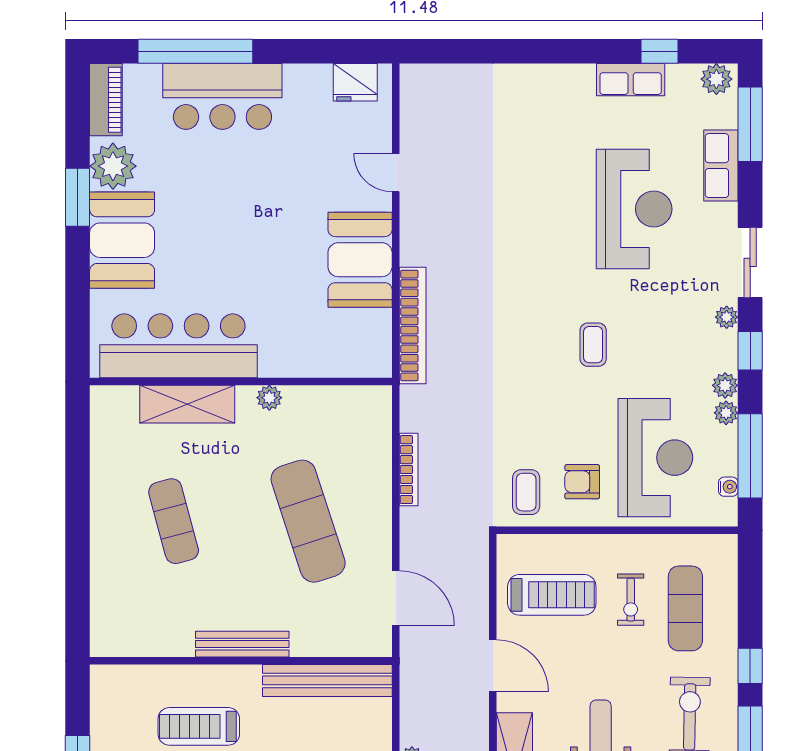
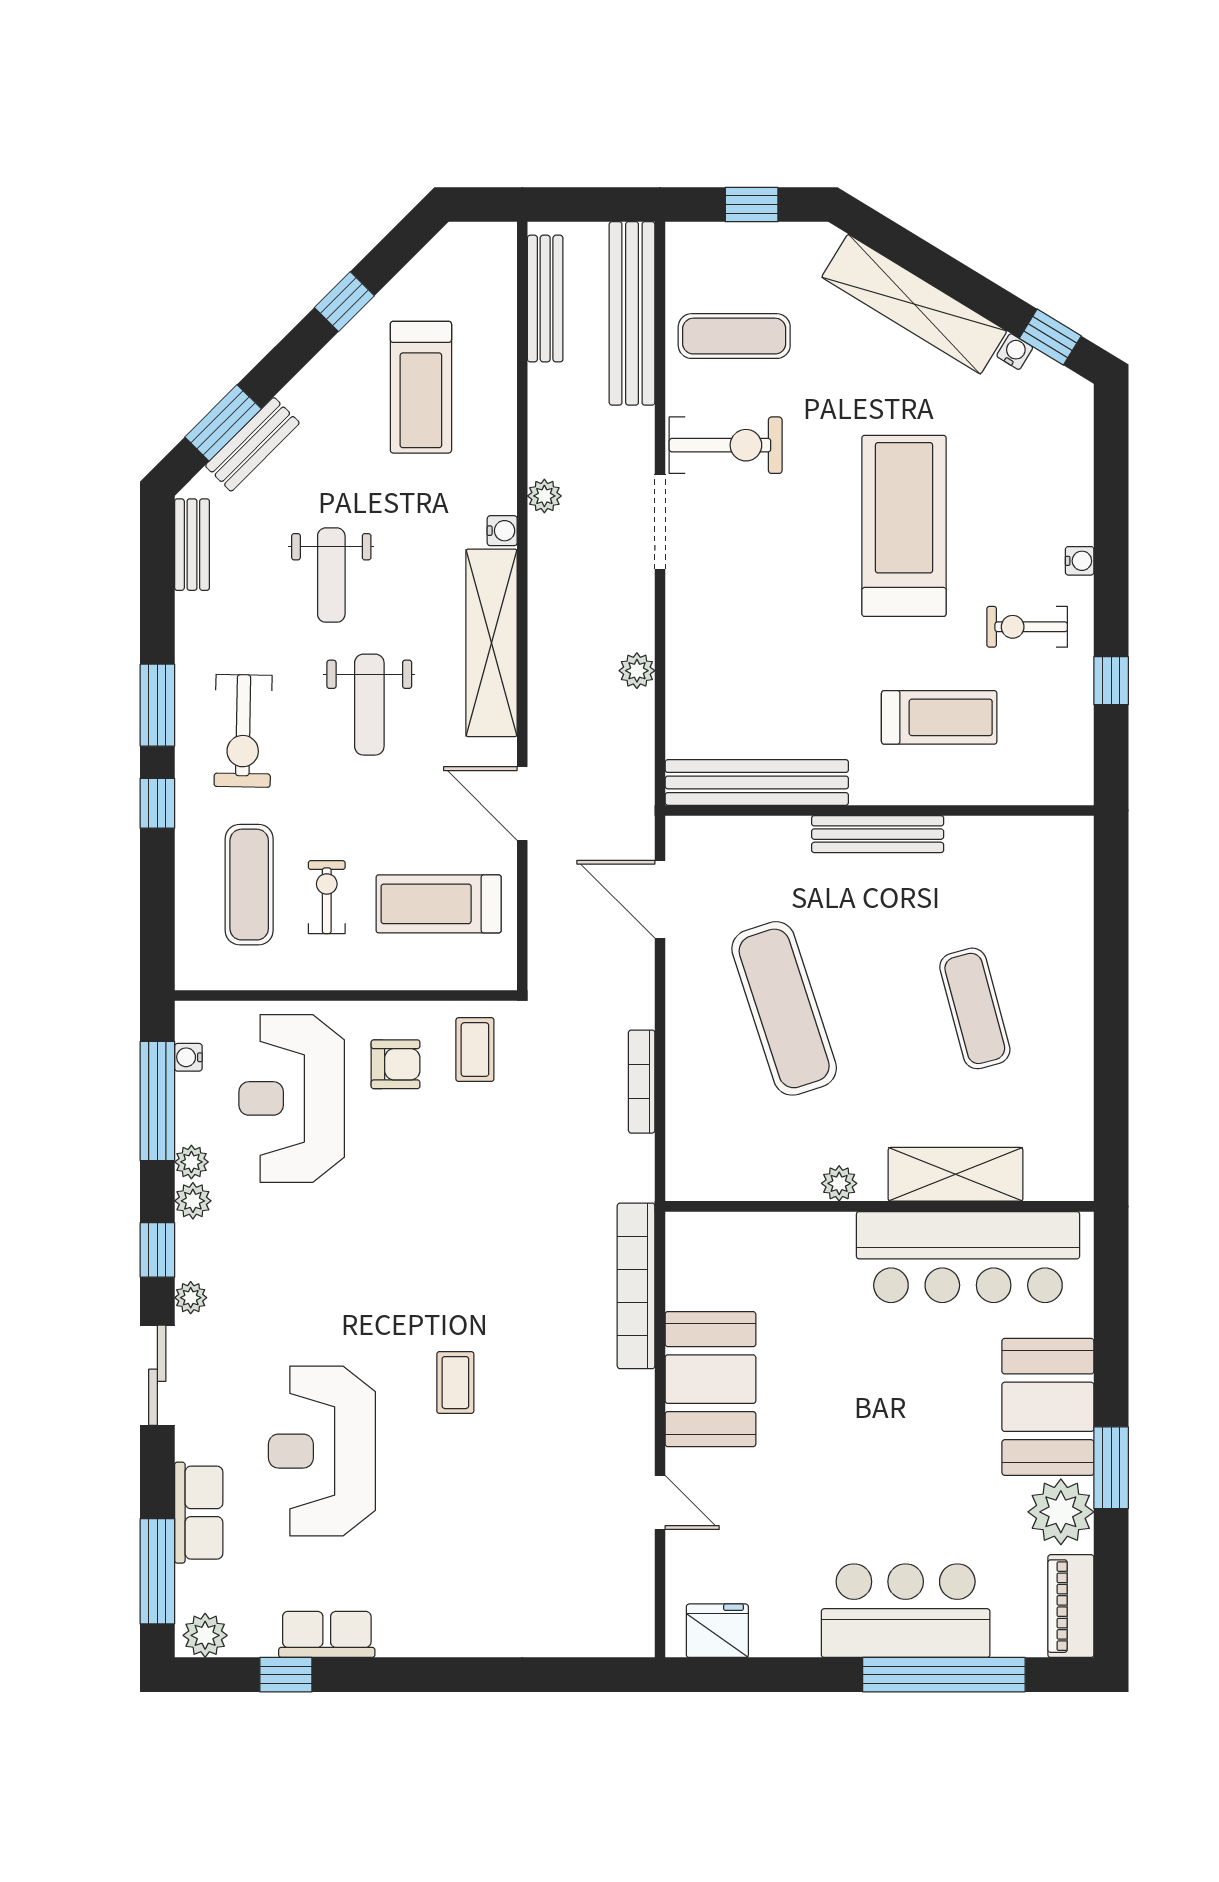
coffee table: (593, 345) -> (455, 1383), moved

